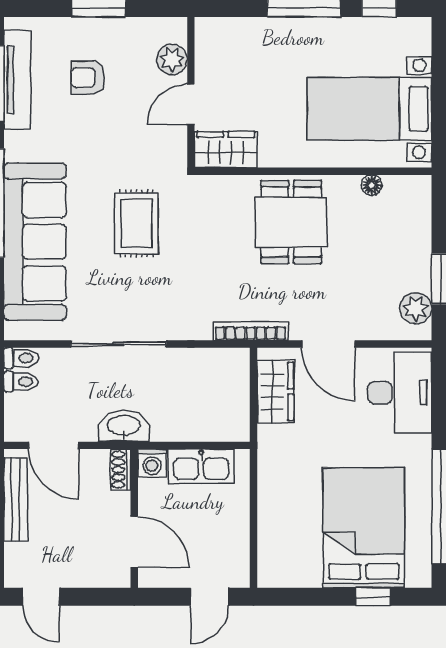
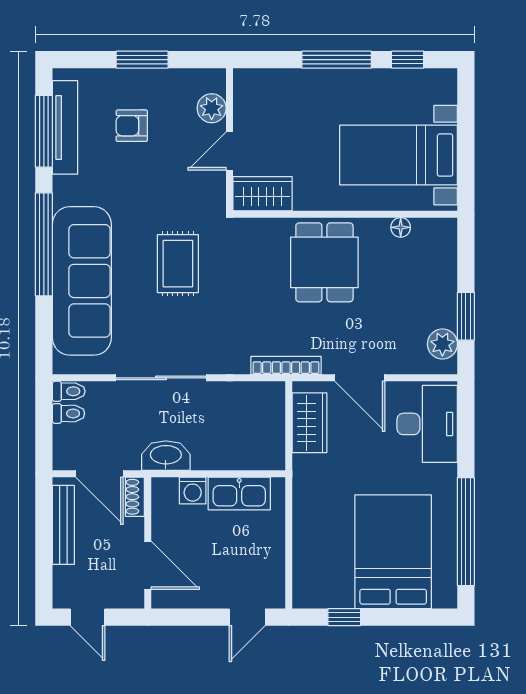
shoe rack: (121, 470) -> (135, 497), moved
wall: (134, 518) -> (148, 543), moved
door: (134, 542) -> (148, 565), moved
window: (373, 597) -> (344, 617), moved

